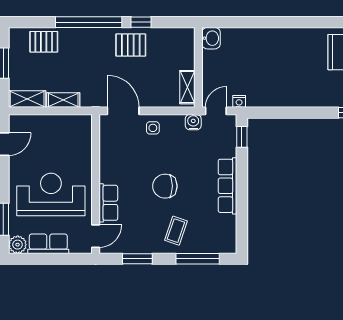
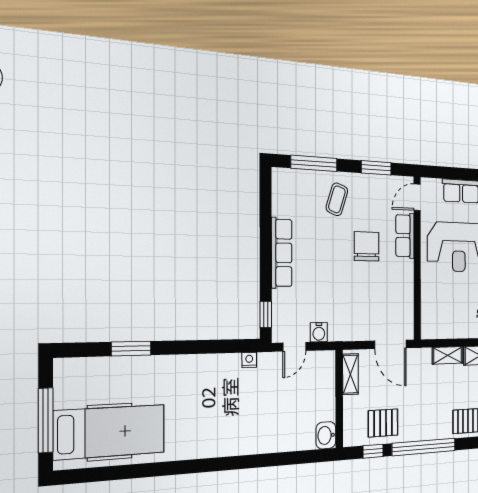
washbasin: (211, 38) -> (326, 435), moved
wall: (198, 67) -> (339, 399), moved
shelving: (187, 87) -> (351, 374), moved
nightstand: (239, 101) -> (249, 360), moved
side table: (153, 128) -> (361, 325), removed
chair: (165, 186) -> (367, 246), moved, turned -90

